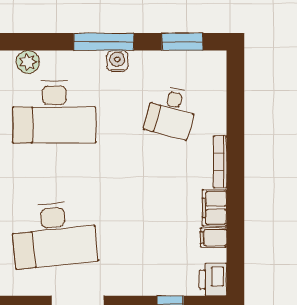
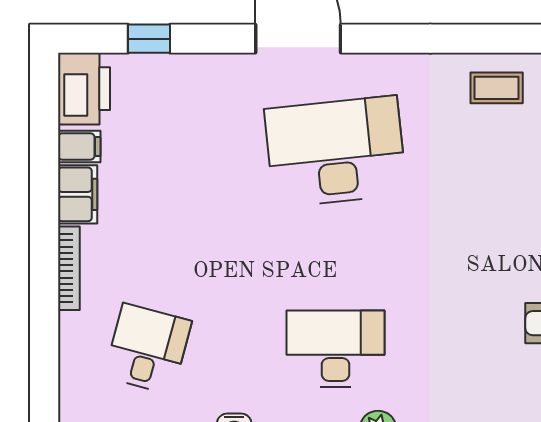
desk: (54, 112) -> (336, 349), width x0.73, depth x0.77
printer: (213, 280) -> (84, 89), width x1.37, depth x1.19

